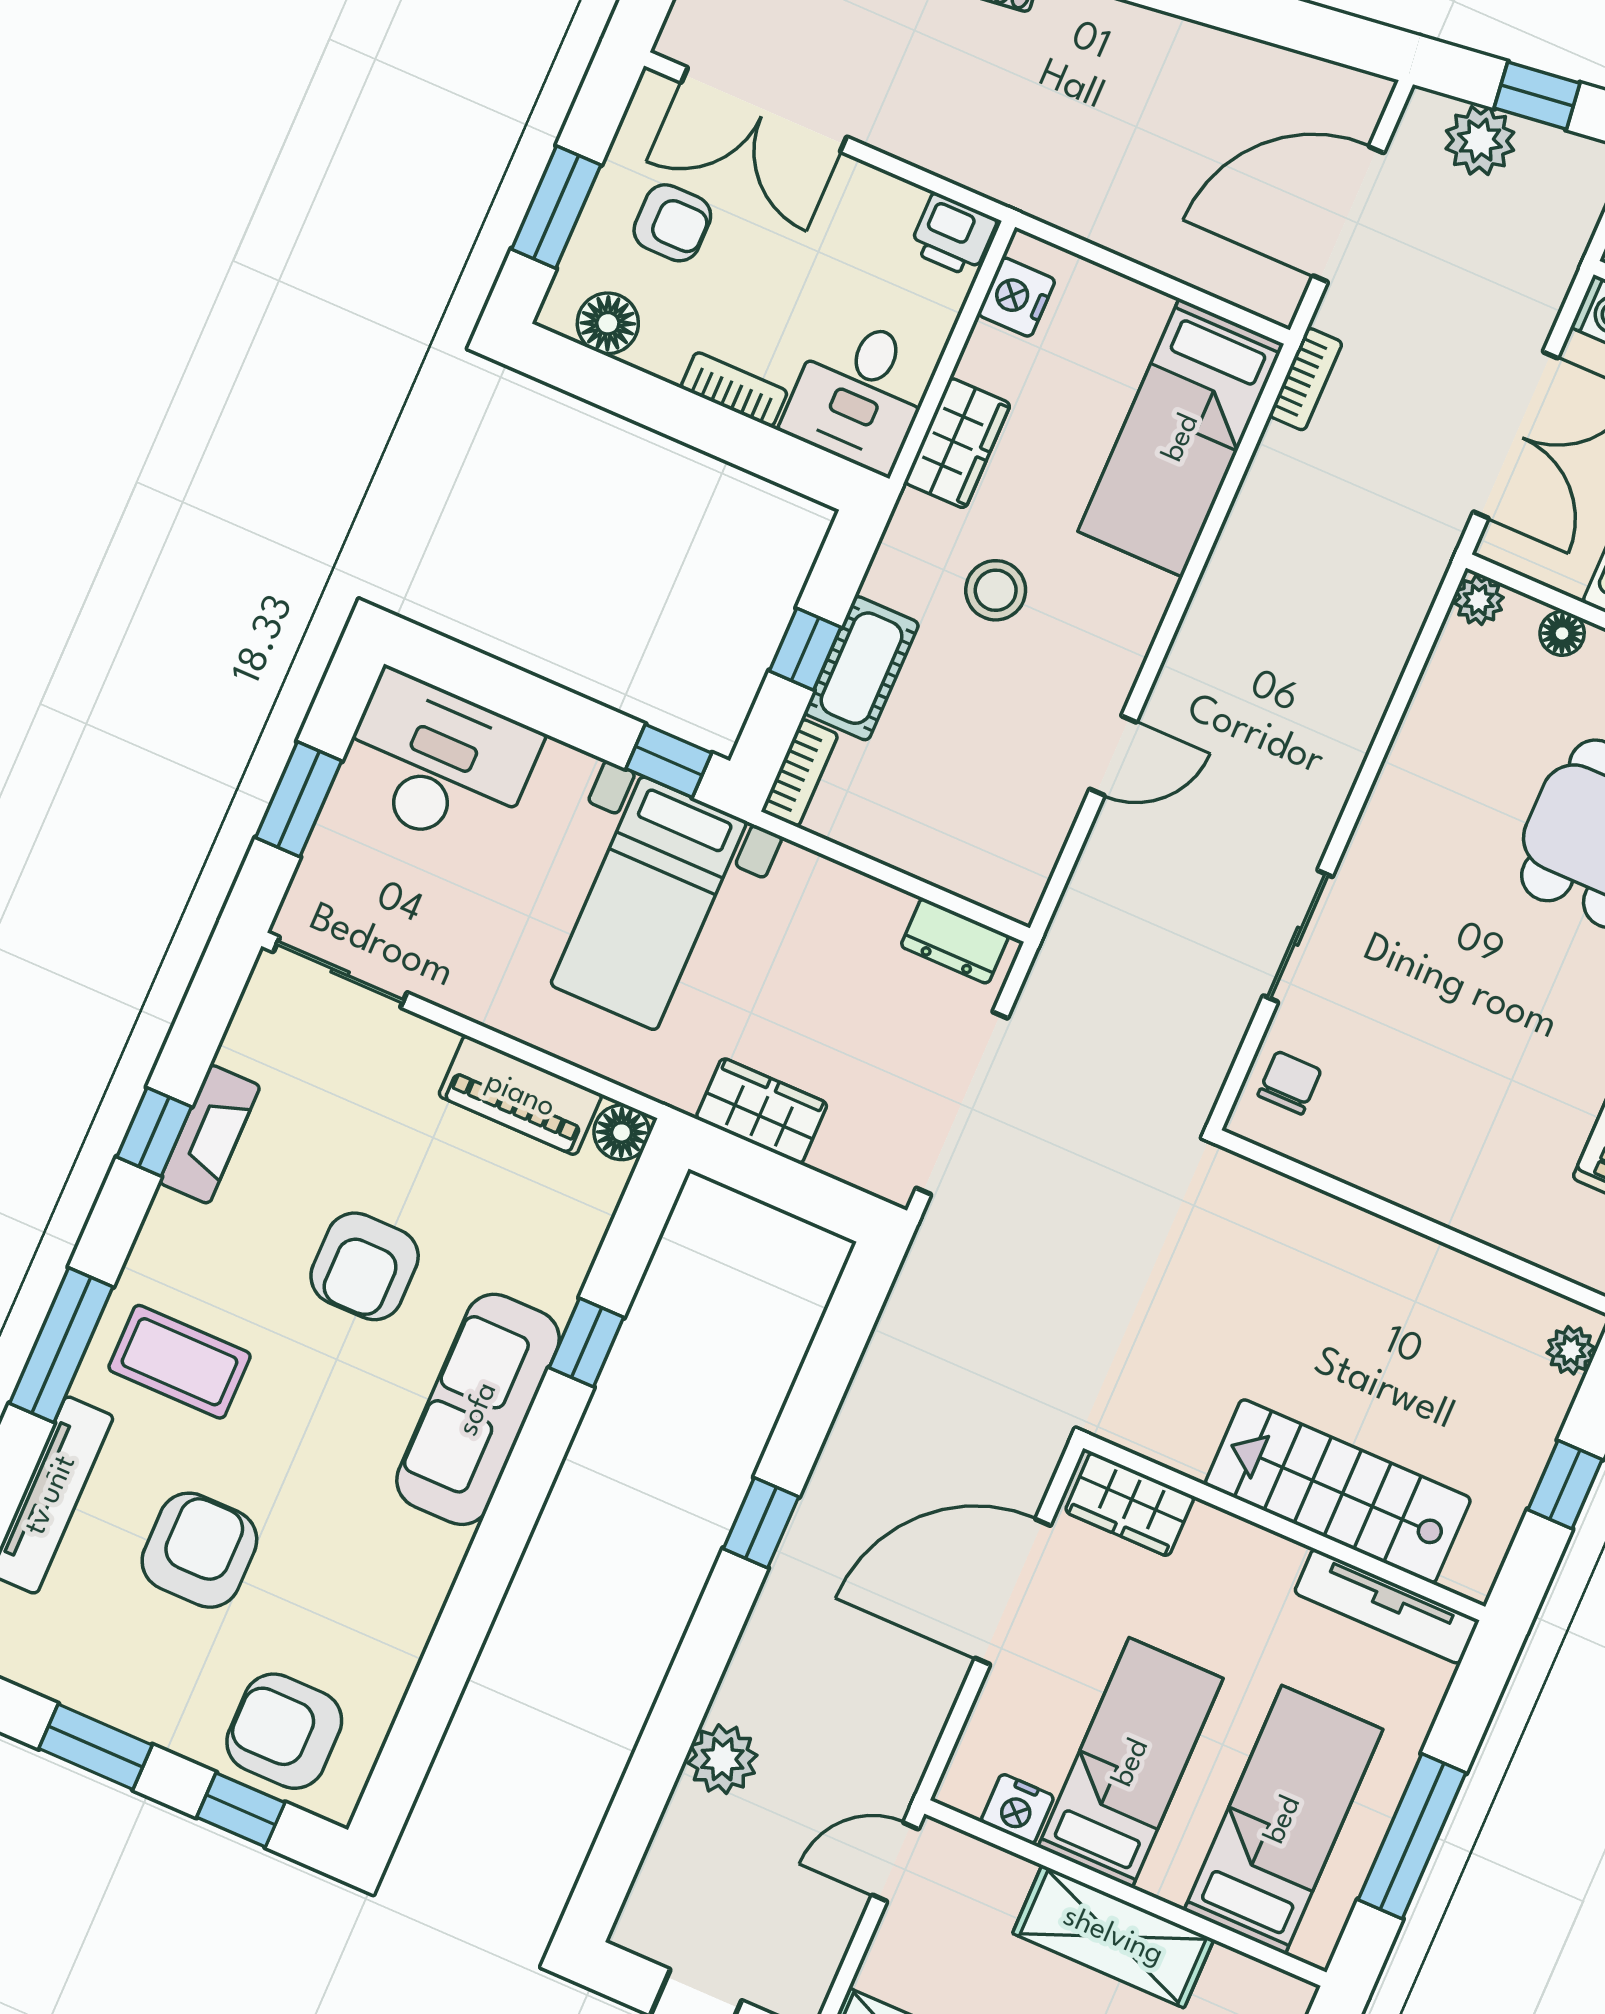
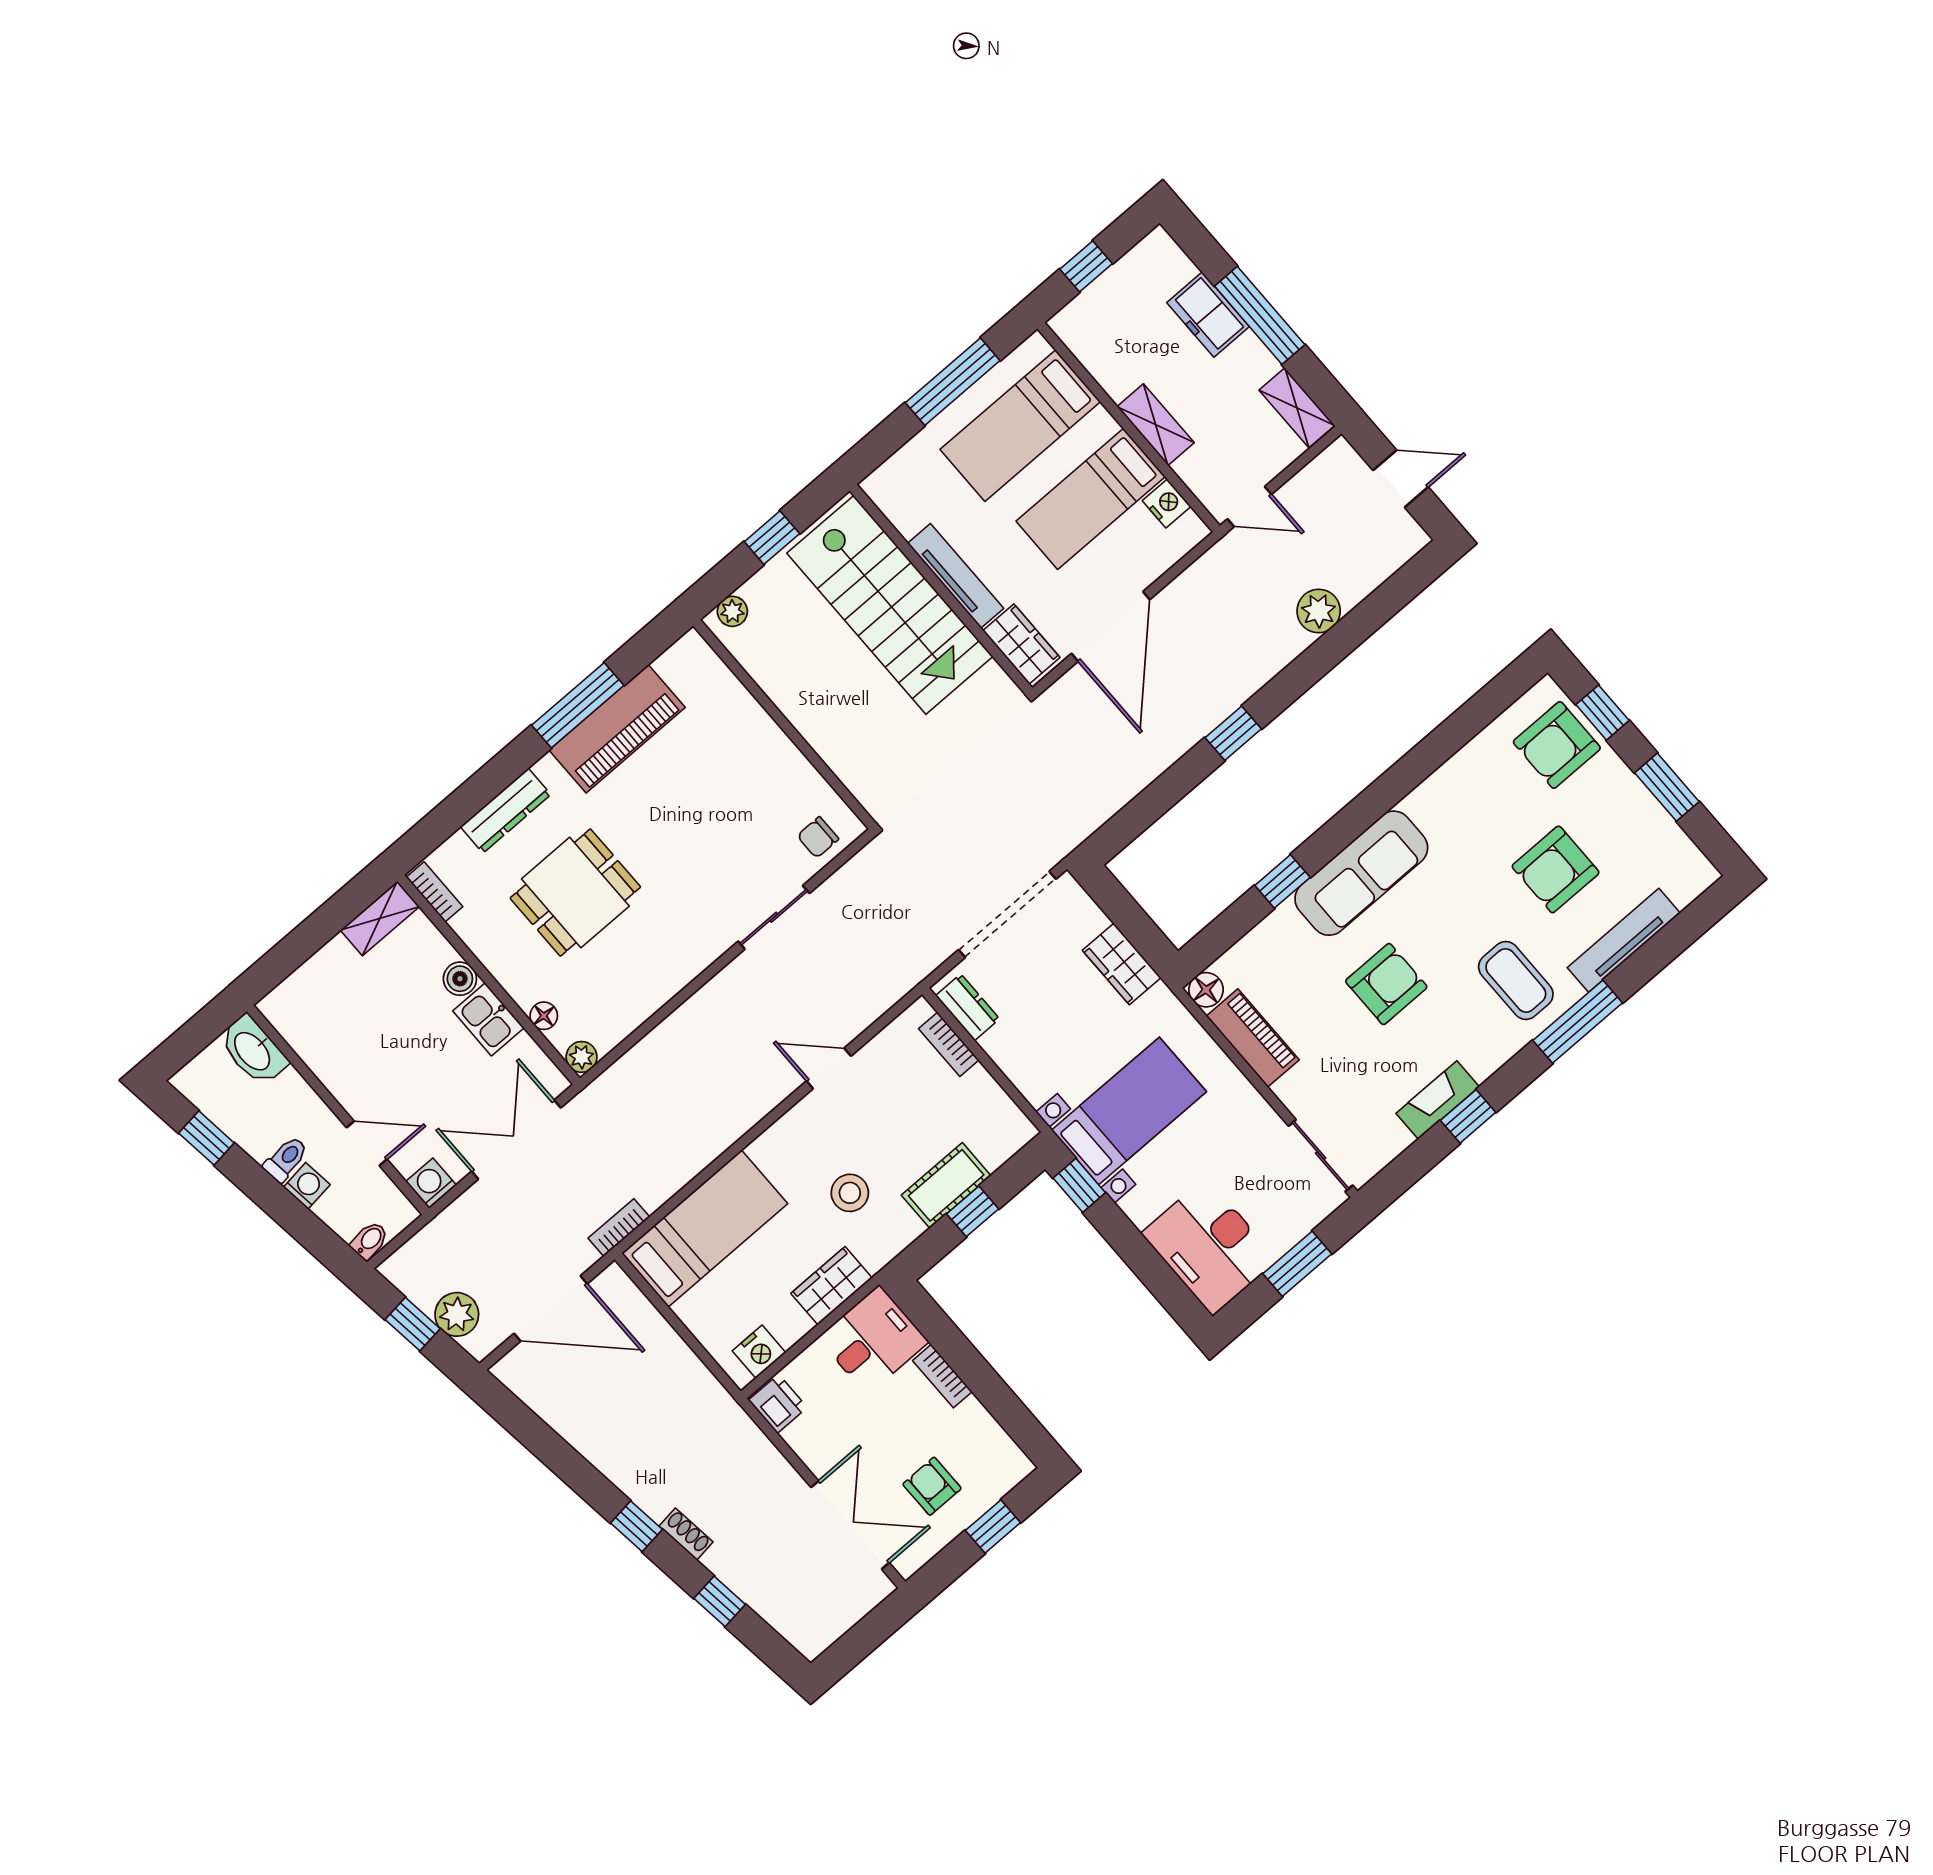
window: (556, 207) -> (993, 1526), width x0.67
floor lamp: (608, 323) -> (995, 1447), removed
bookcase: (800, 773) -> (949, 1044), moved, turned -90
stairs: (1338, 1491) -> (890, 605), width x1.36, depth x1.51
door: (1013, 1592) -> (1111, 627), hinge flipped
tv unit: (1386, 1606) -> (956, 576), moved
armchair: (284, 1731) -> (1557, 745), turned 90
shelving: (1113, 1936) -> (1156, 425), width x0.67, depth x0.75

